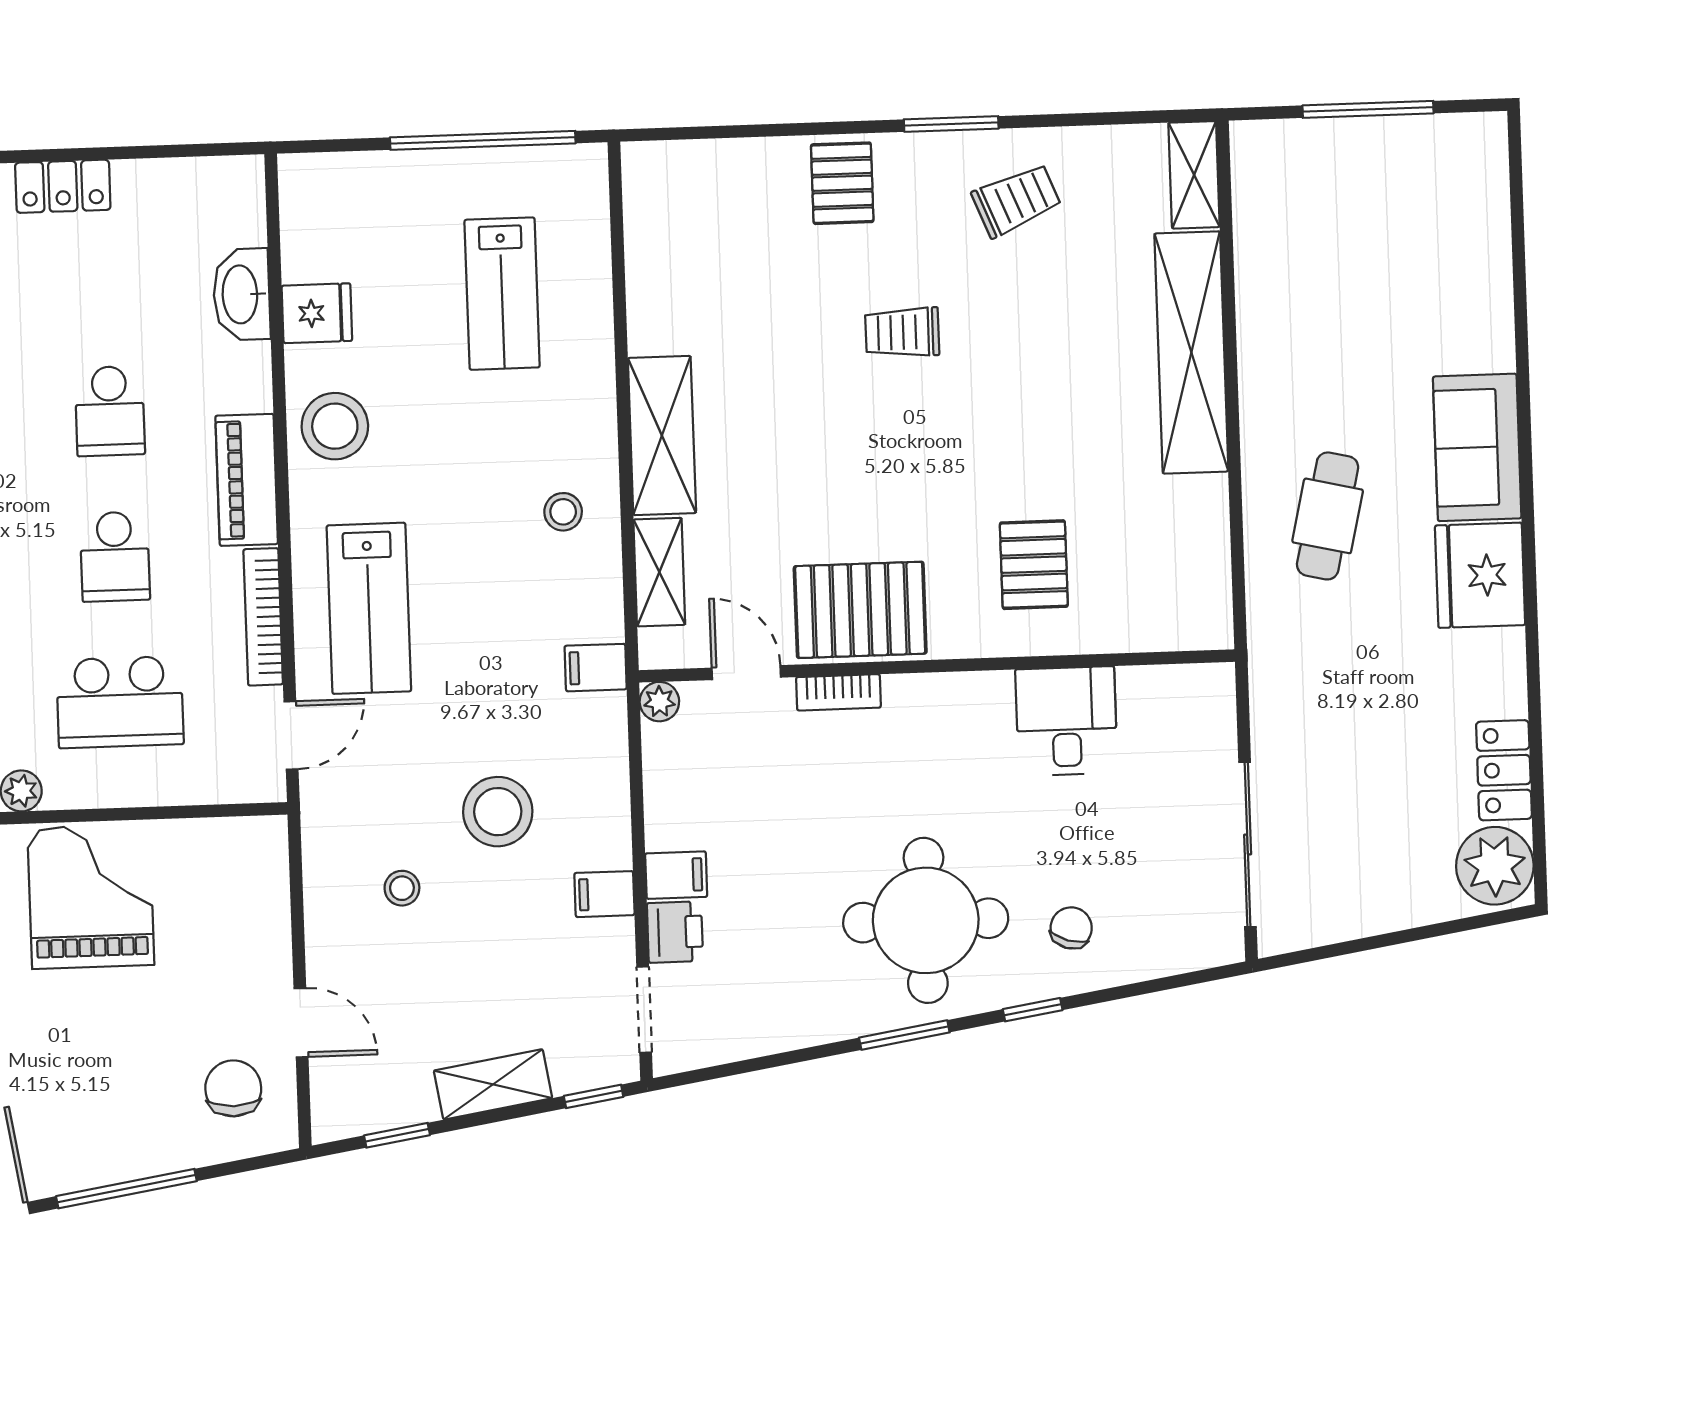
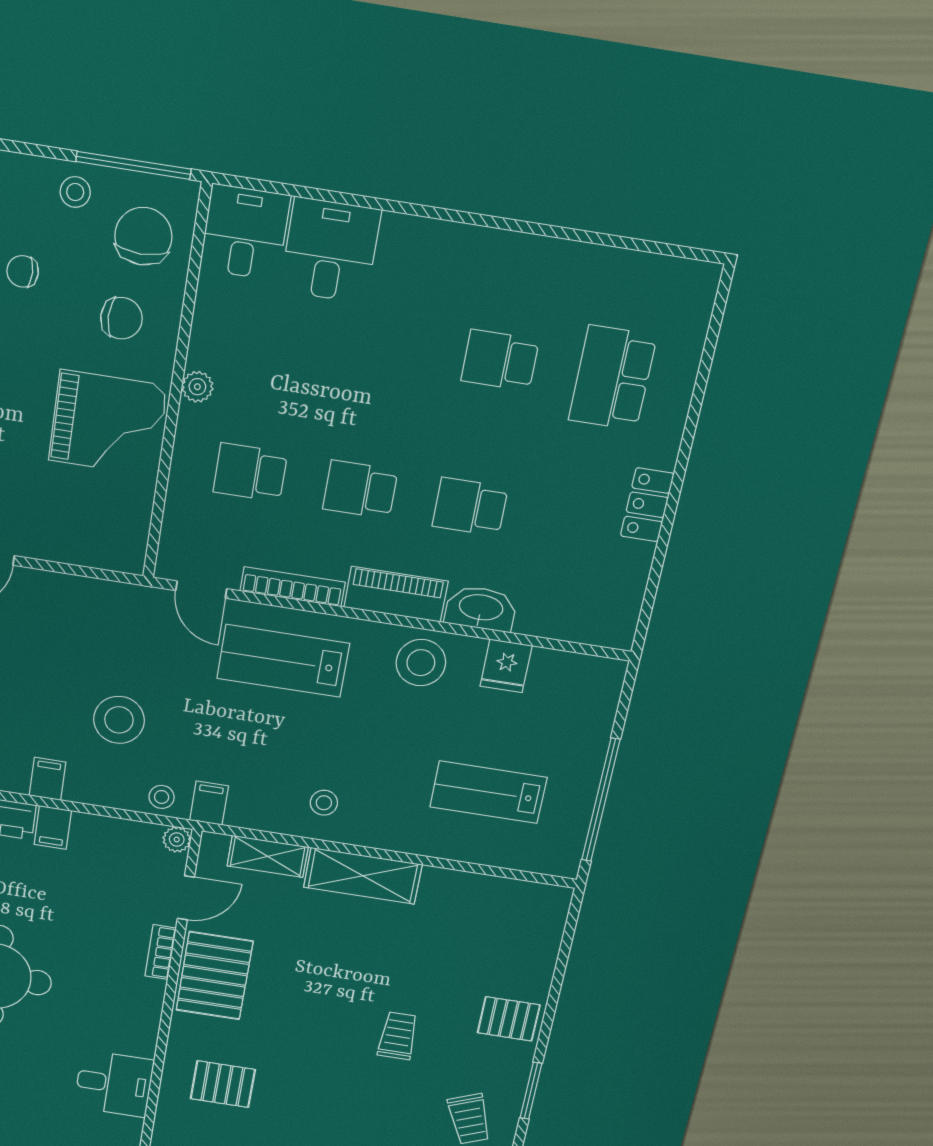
washbasin: (242, 294) -> (481, 608), moved
school desk: (120, 702) -> (250, 472), width x0.54
stool: (402, 888) -> (162, 797), moved

